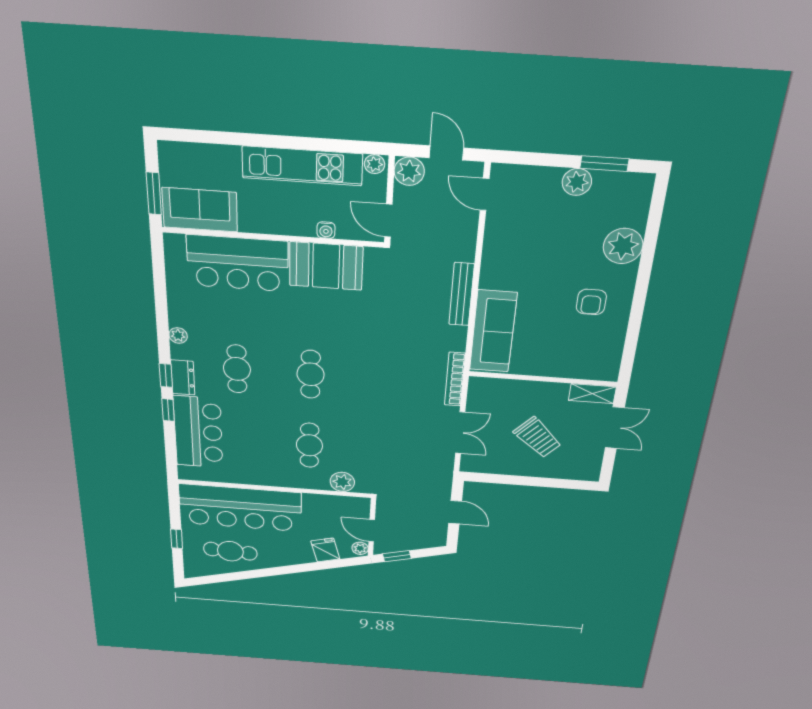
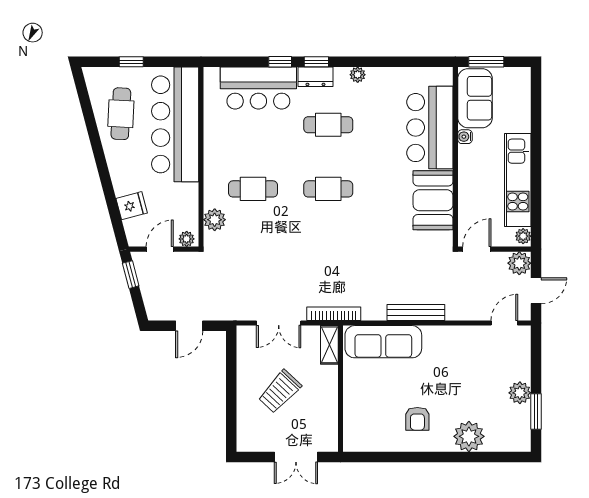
water cooler: (326, 230) -> (465, 137), moved
armchair: (591, 302) -> (417, 419), turned -90
shelving: (592, 394) -> (329, 345), moved
plant: (360, 548) -> (187, 239), moved

